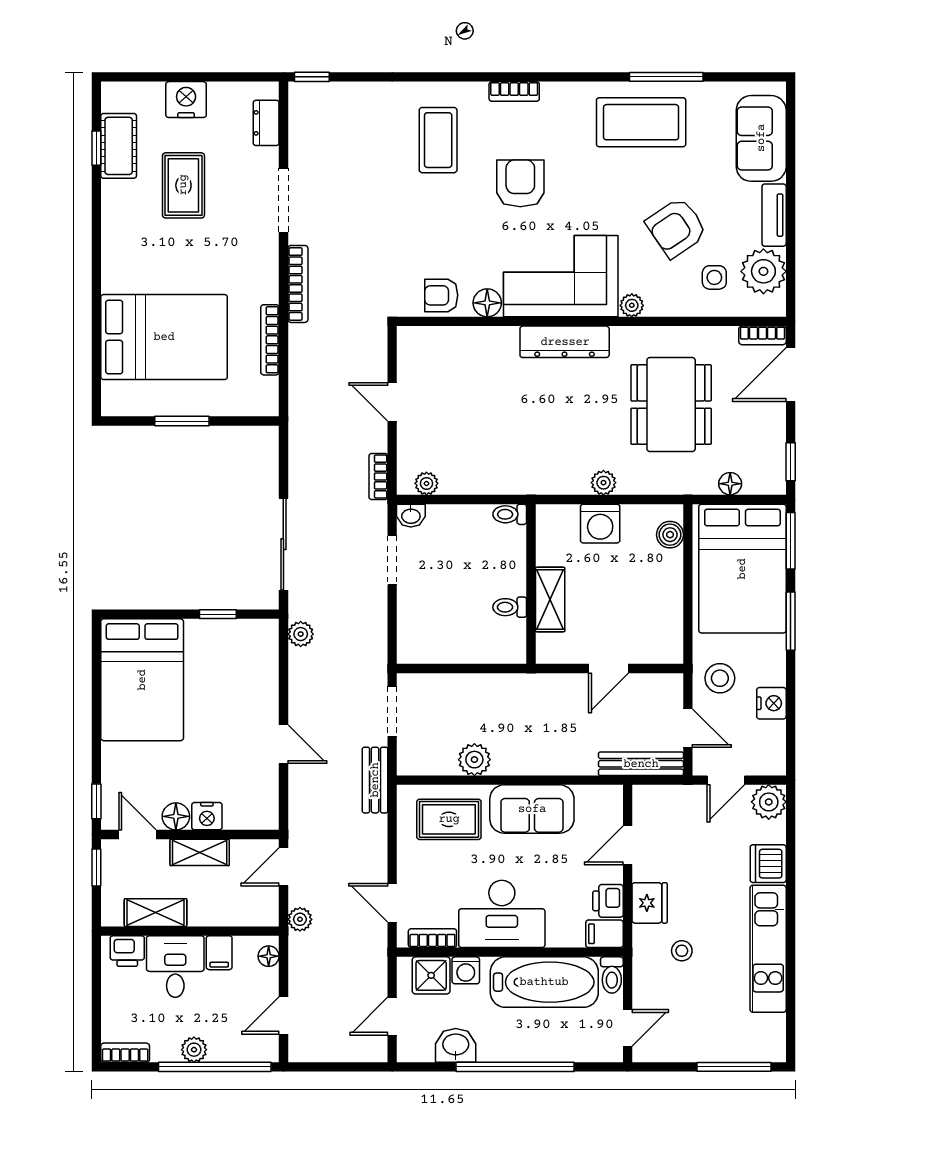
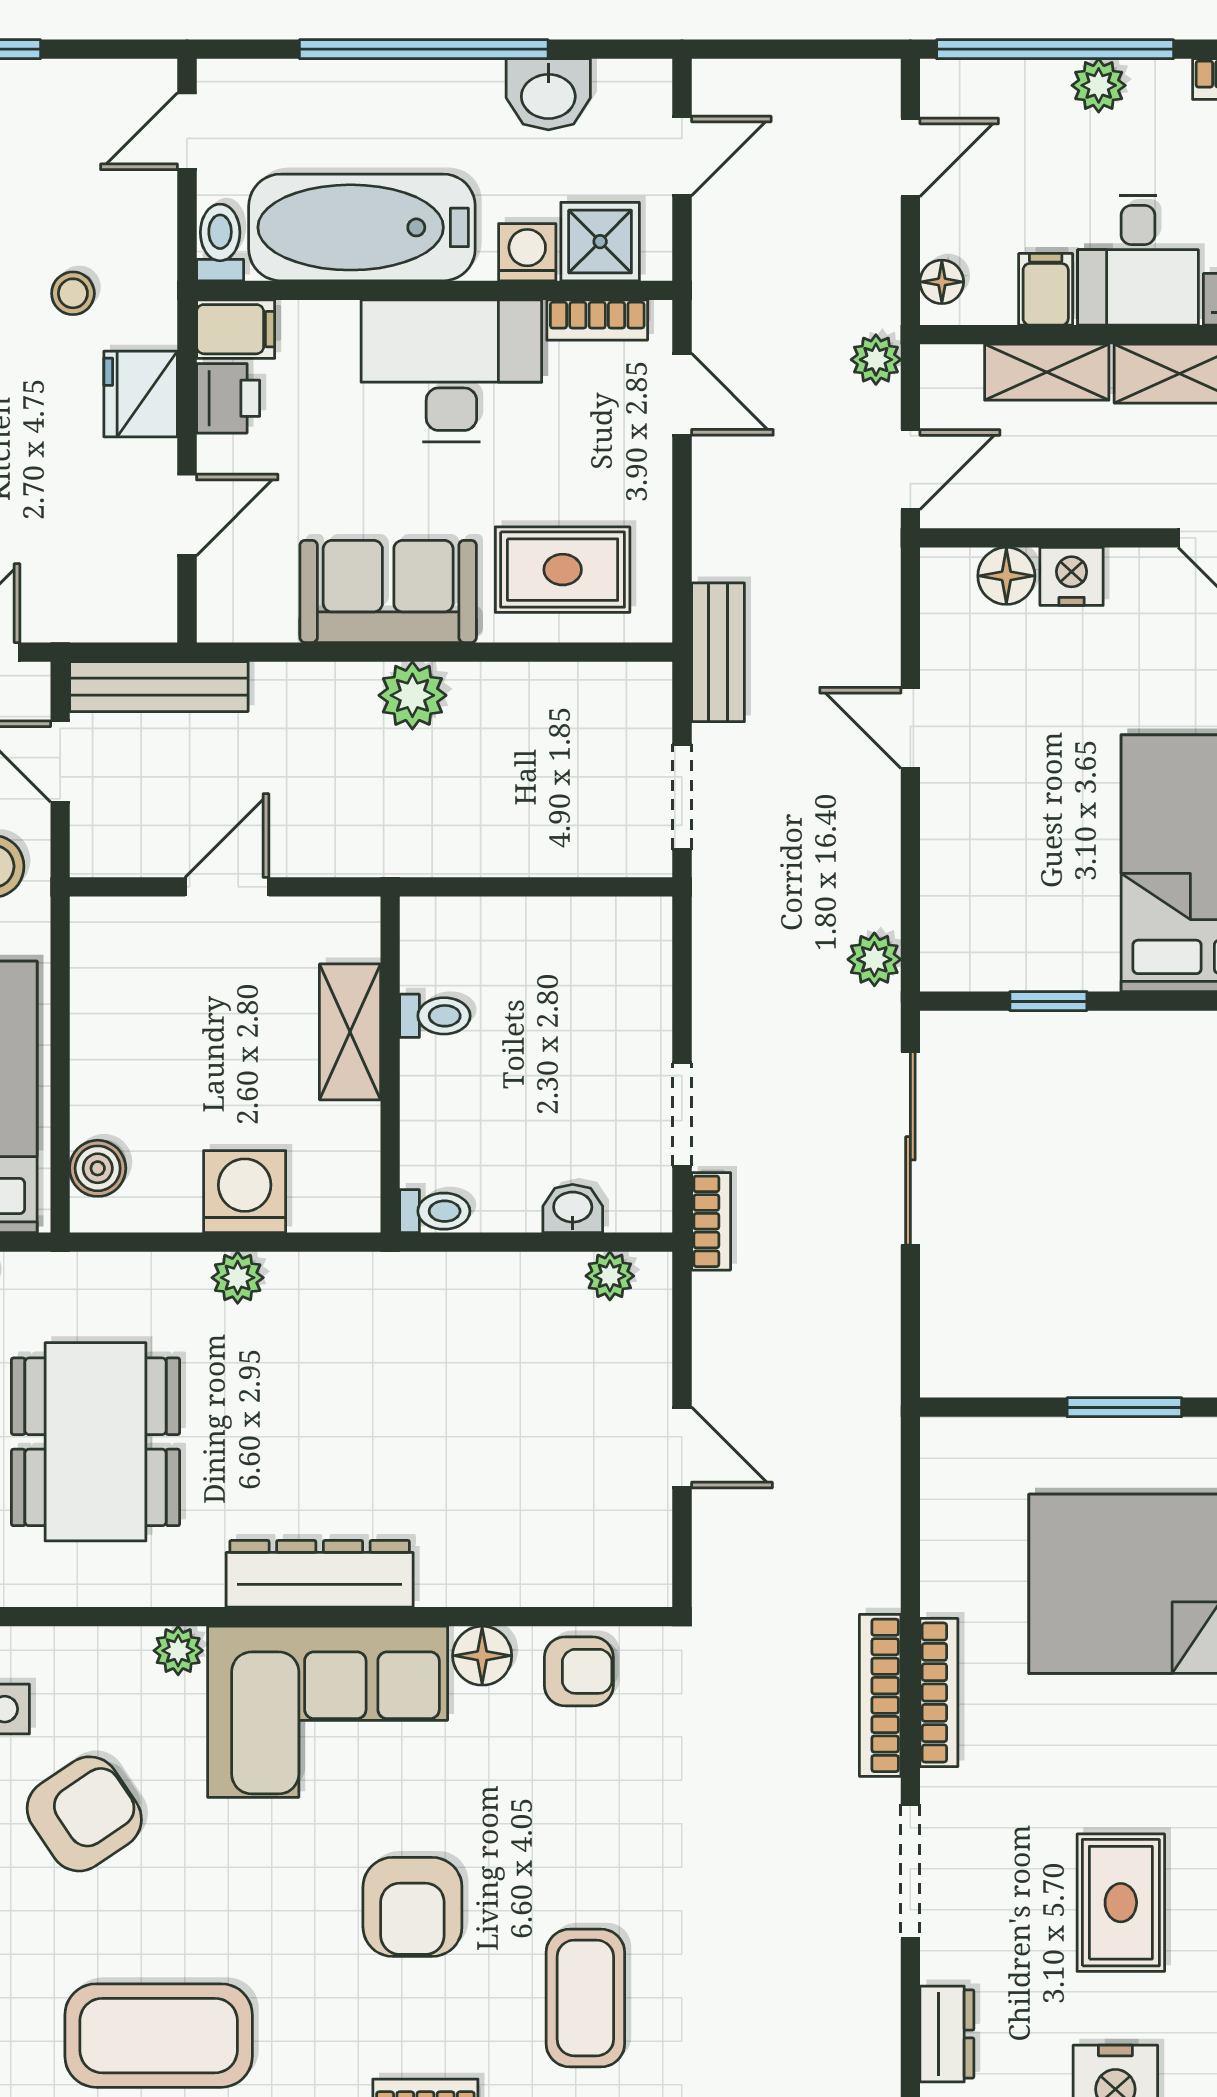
bookcase: (270, 340) -> (939, 1693), moved
bookcase: (378, 477) -> (711, 1221), moved
washbasin: (411, 516) -> (573, 1209), moved
plant: (474, 760) -> (412, 695), moved
floor lamp: (176, 816) -> (1006, 576), moved
shelving: (200, 852) -> (1047, 372), moved

